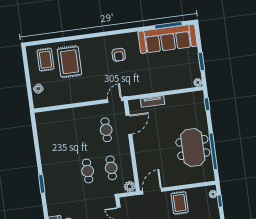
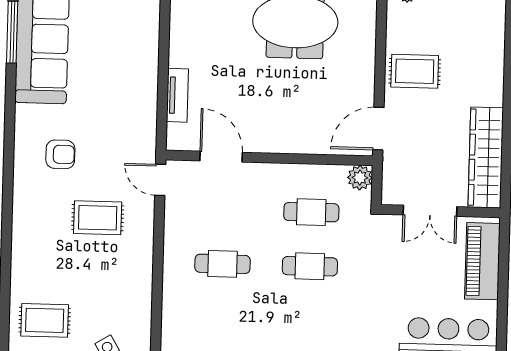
rug: (70, 62) -> (98, 218), moved, width x0.73, depth x0.70
cafe table: (106, 130) -> (223, 264), moved
door: (152, 191) -> (378, 129), hinge flipped

